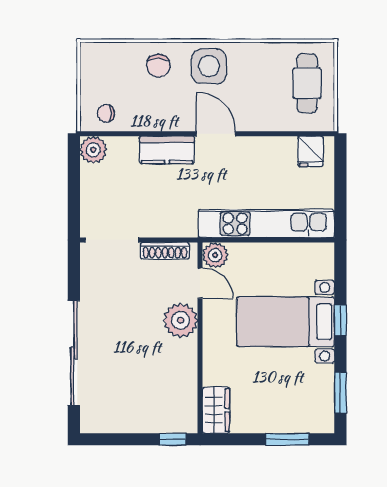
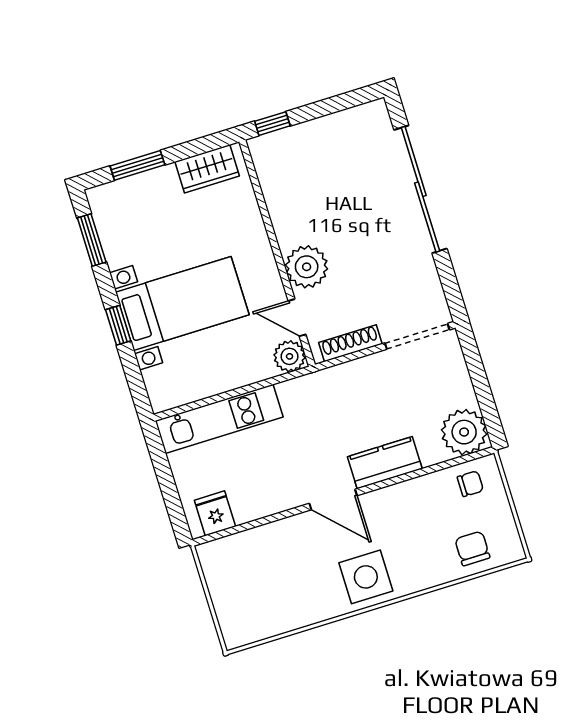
chair: (158, 66) -> (472, 548), moved
cafe table: (307, 83) -> (244, 593), removed
plant: (93, 150) -> (464, 432), width x1.36, depth x1.36
kitchen unit: (266, 224) -> (219, 419), width x0.73
wardrobe: (216, 410) -> (207, 169), moved, turned -90

